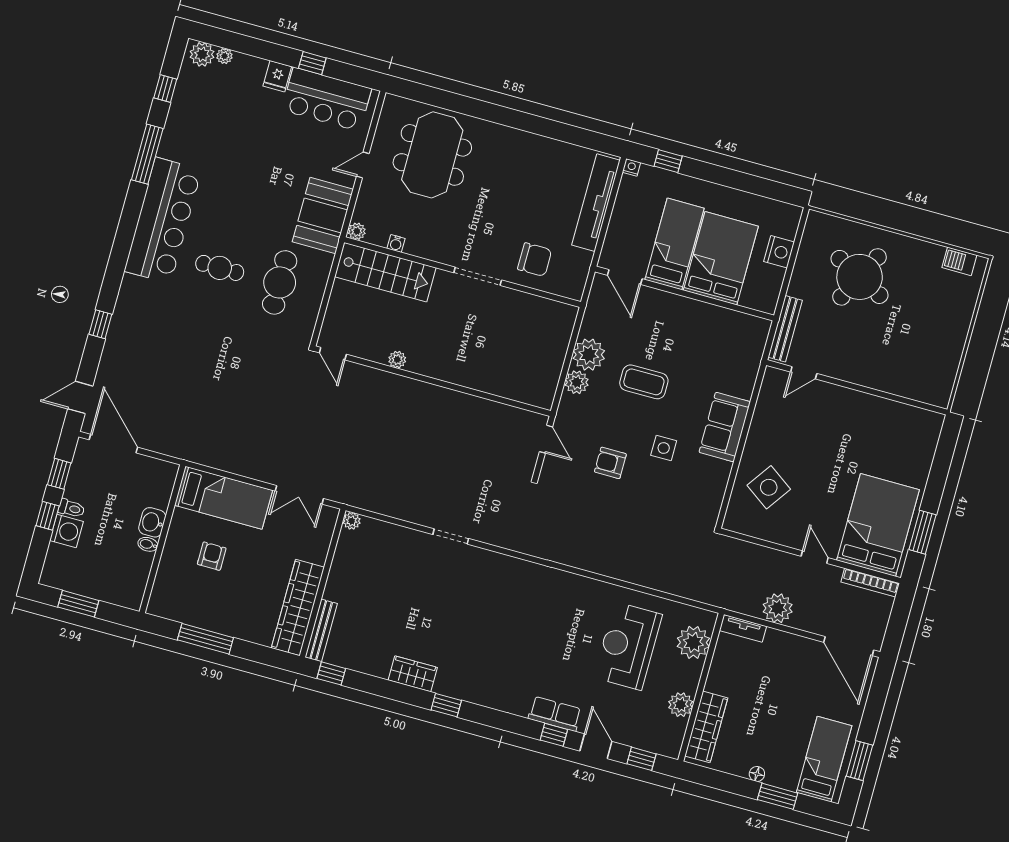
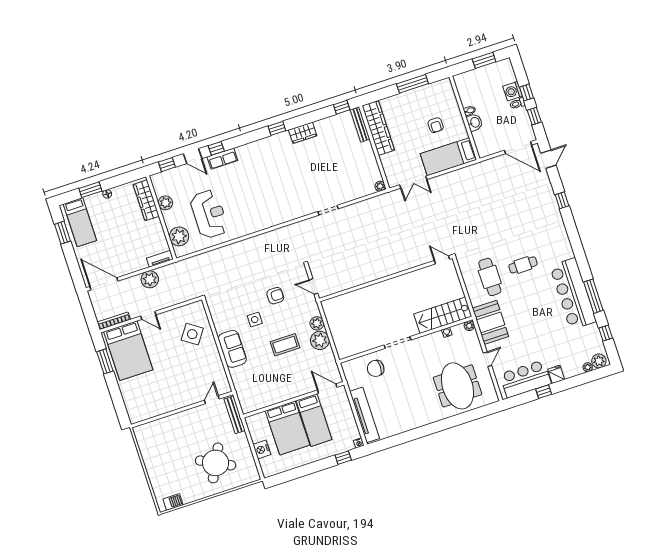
bar counter: (163, 220) -> (573, 294), moved
plant: (397, 360) -> (409, 277), removed
double door: (299, 495) -> (413, 182), swing flipped

